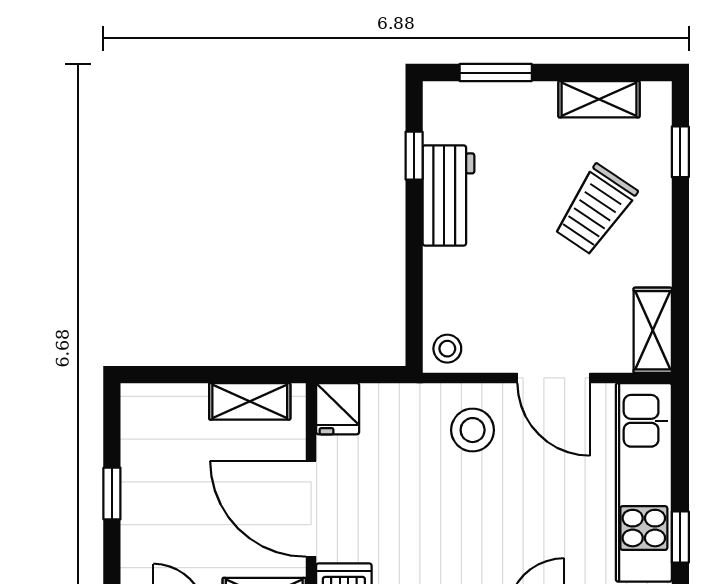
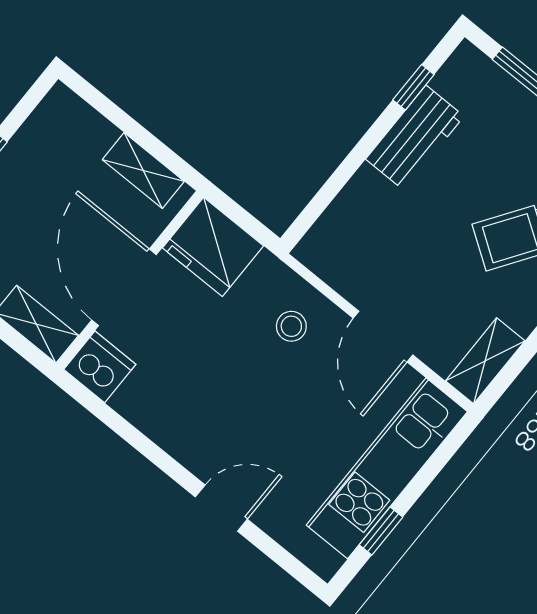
stool: (447, 349) -> (322, 251), removed
fridge: (338, 409) -> (213, 247), width x1.88, depth x1.34
stool: (473, 430) -> (291, 326), width x0.73, depth x0.73

